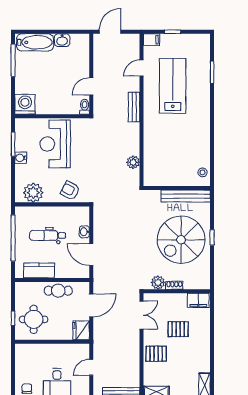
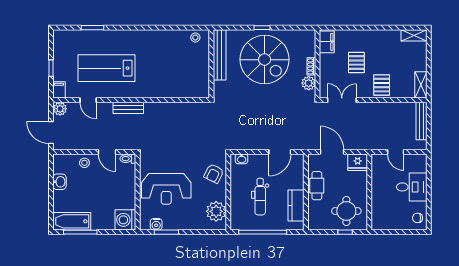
bathtub: (35, 42) -> (72, 221), moved, turned -90
stool: (80, 64) -> (84, 163), added
water cooler: (21, 158) -> (156, 224), moved
plant: (133, 162) -> (60, 109), moved
washbasin: (84, 232) -> (242, 159), moved

